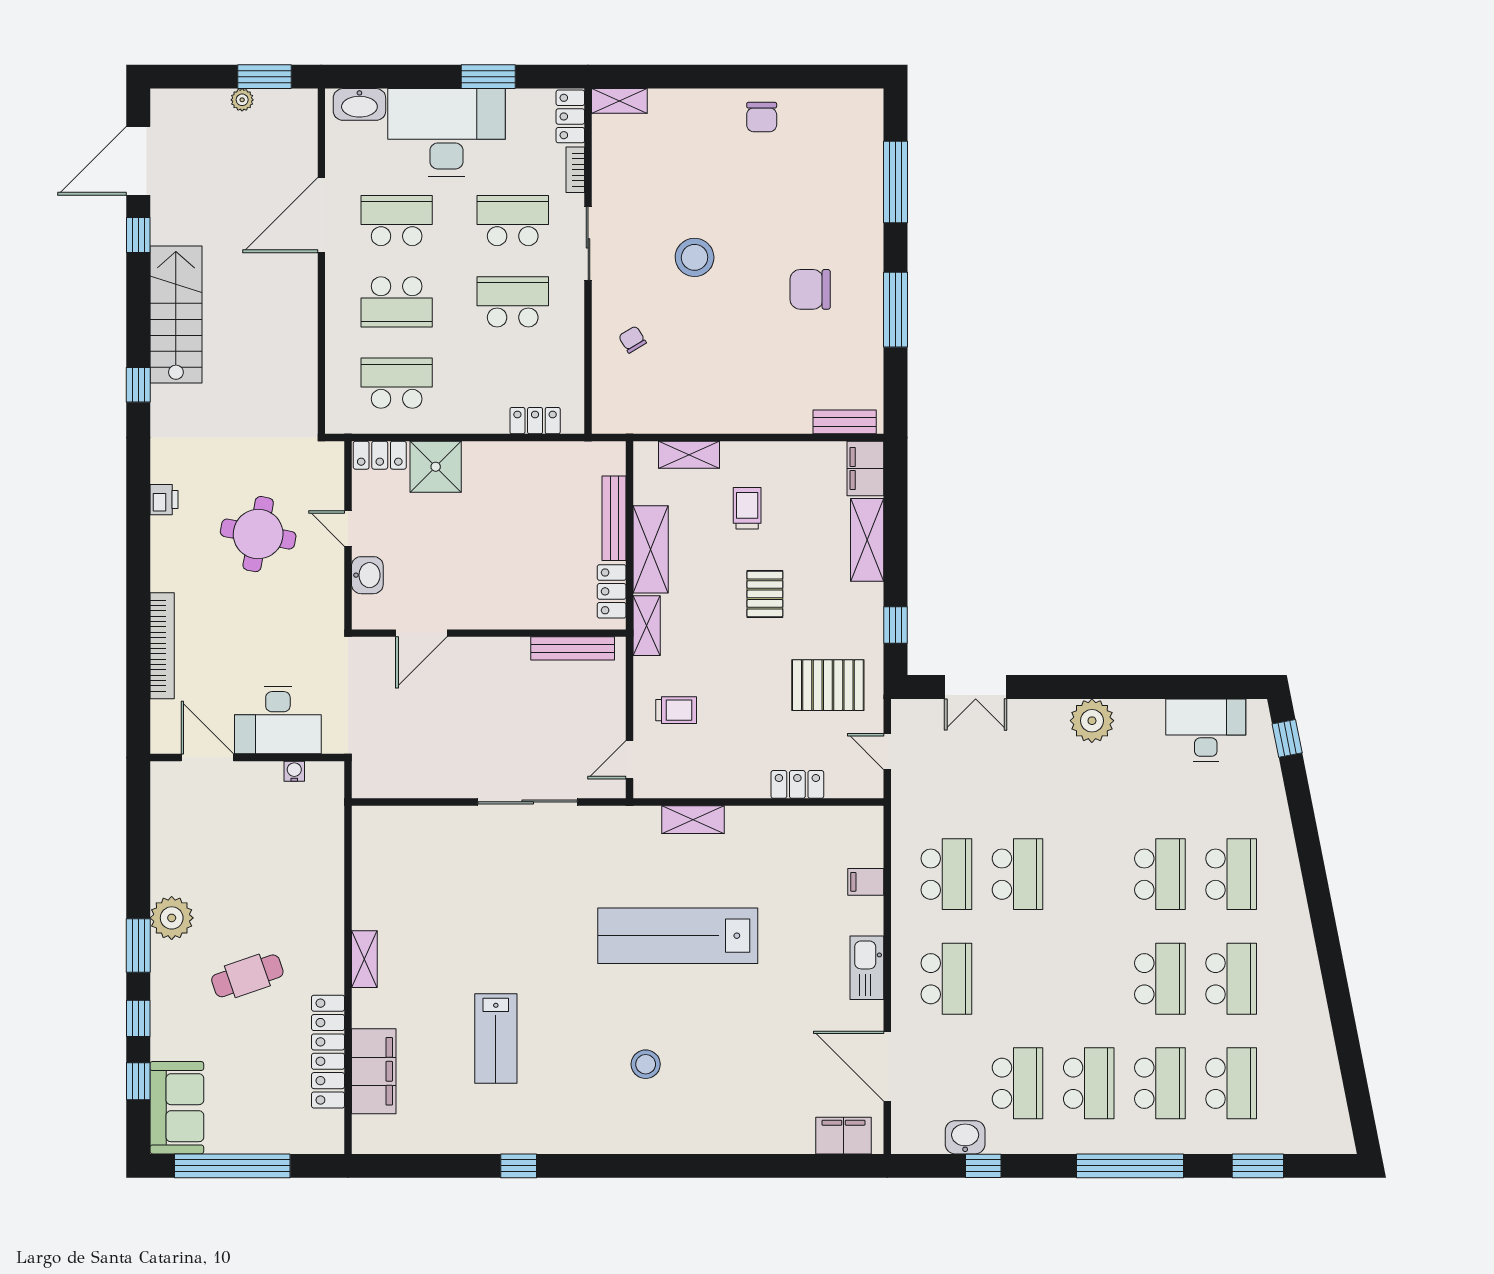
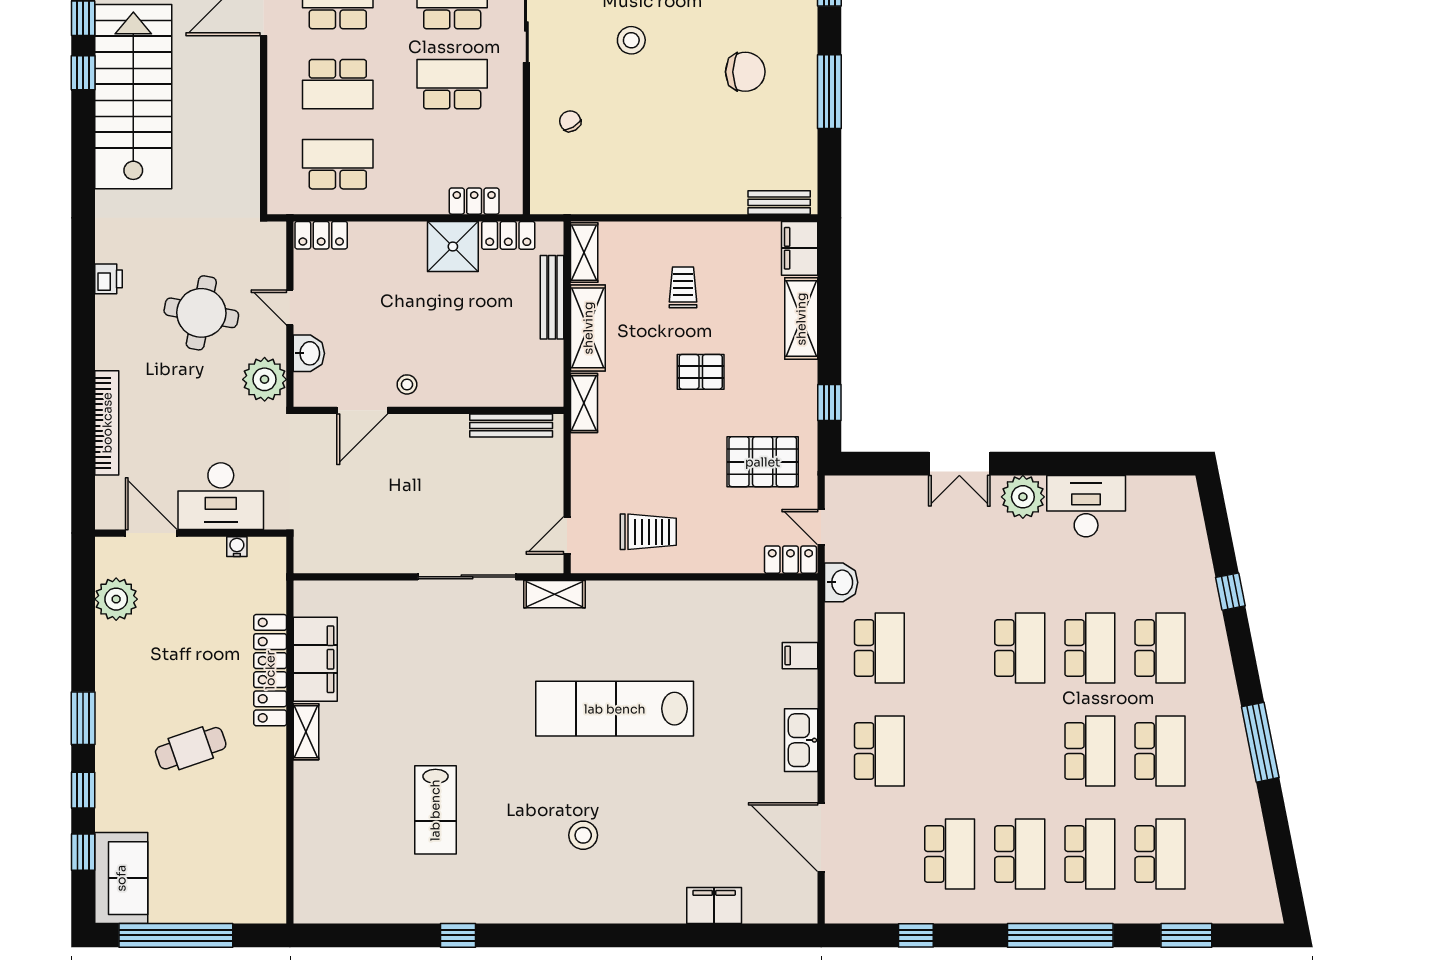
stool: (695, 257) -> (631, 40), width x0.73, depth x0.73
chair: (810, 289) -> (745, 72), turned 180
stairs: (176, 315) -> (133, 97), width x1.36, depth x1.51
window: (138, 385) -> (83, 73), moved
shelving: (689, 455) -> (584, 253), moved, turned 90
shower: (436, 467) -> (453, 247), moved
locker: (612, 591) -> (508, 235), moved, turned -90
pallet: (765, 594) -> (701, 372), turned 90
plant: (322, 601) -> (265, 379), added
stool: (467, 607) -> (407, 384), added
double door: (976, 687) -> (959, 464), moved
trolley: (676, 710) -> (648, 532), moved, width x1.36, depth x1.39
desk: (1206, 730) -> (1086, 506), moved
window: (1287, 738) -> (1230, 592), moved
locker: (797, 784) -> (790, 560), moved
shelving: (693, 820) -> (554, 594), moved
school desk: (1018, 874) -> (1020, 648), moved
plant: (172, 918) -> (116, 599), moved
window: (1333, 970) -> (1260, 742), added
locker: (328, 1052) -> (270, 670), moved
filing cabinet: (374, 1071) -> (315, 659), moved
filing cabinet: (844, 1136) -> (714, 906), moved
washbasin: (965, 1137) -> (841, 582), moved, turned 90

